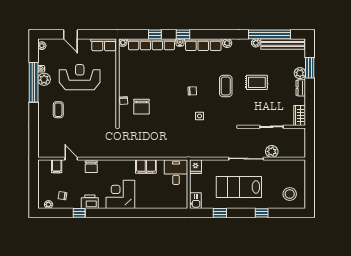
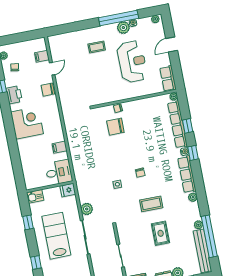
plant: (272, 151) -> (87, 209), moved
filing cabinet: (146, 166) -> (60, 147), width x0.50

